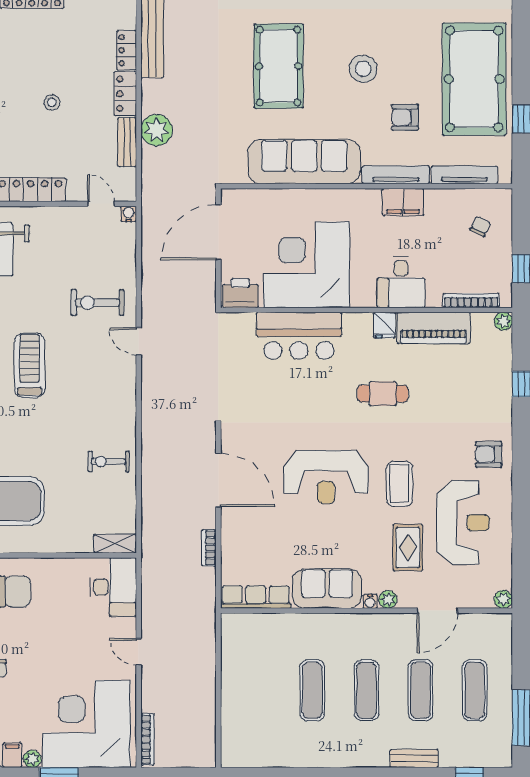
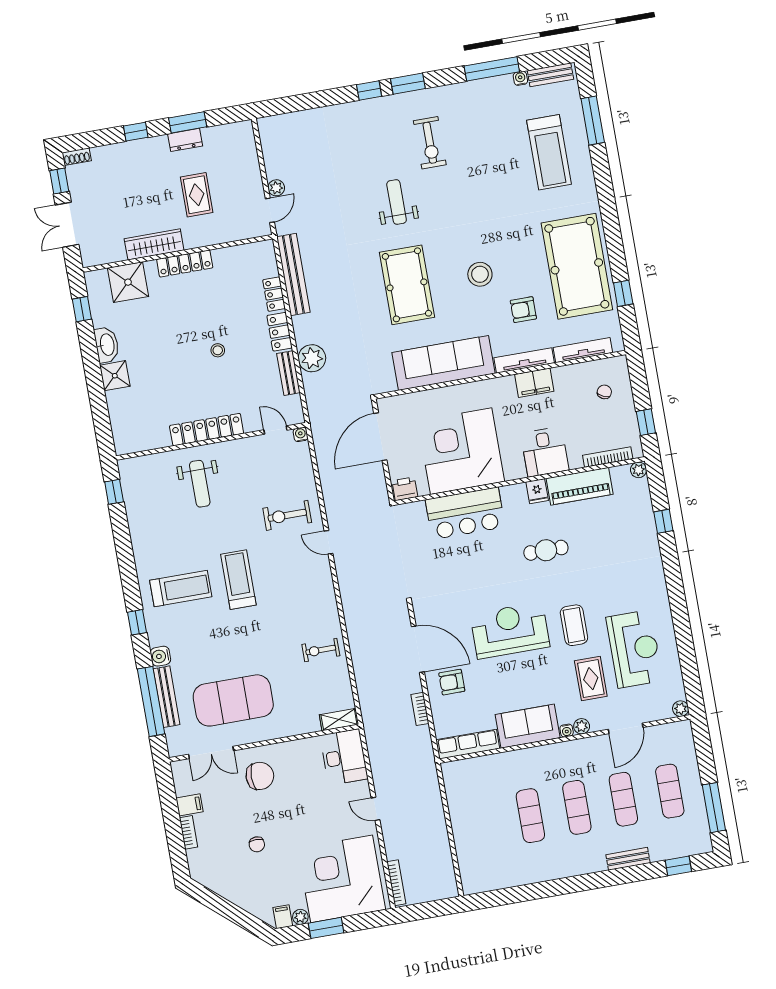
printer: (240, 293) -> (405, 489), width x0.73, depth x0.81
armchair: (489, 454) -> (452, 682), moved
reception desk: (326, 477) -> (510, 630), turned 180

